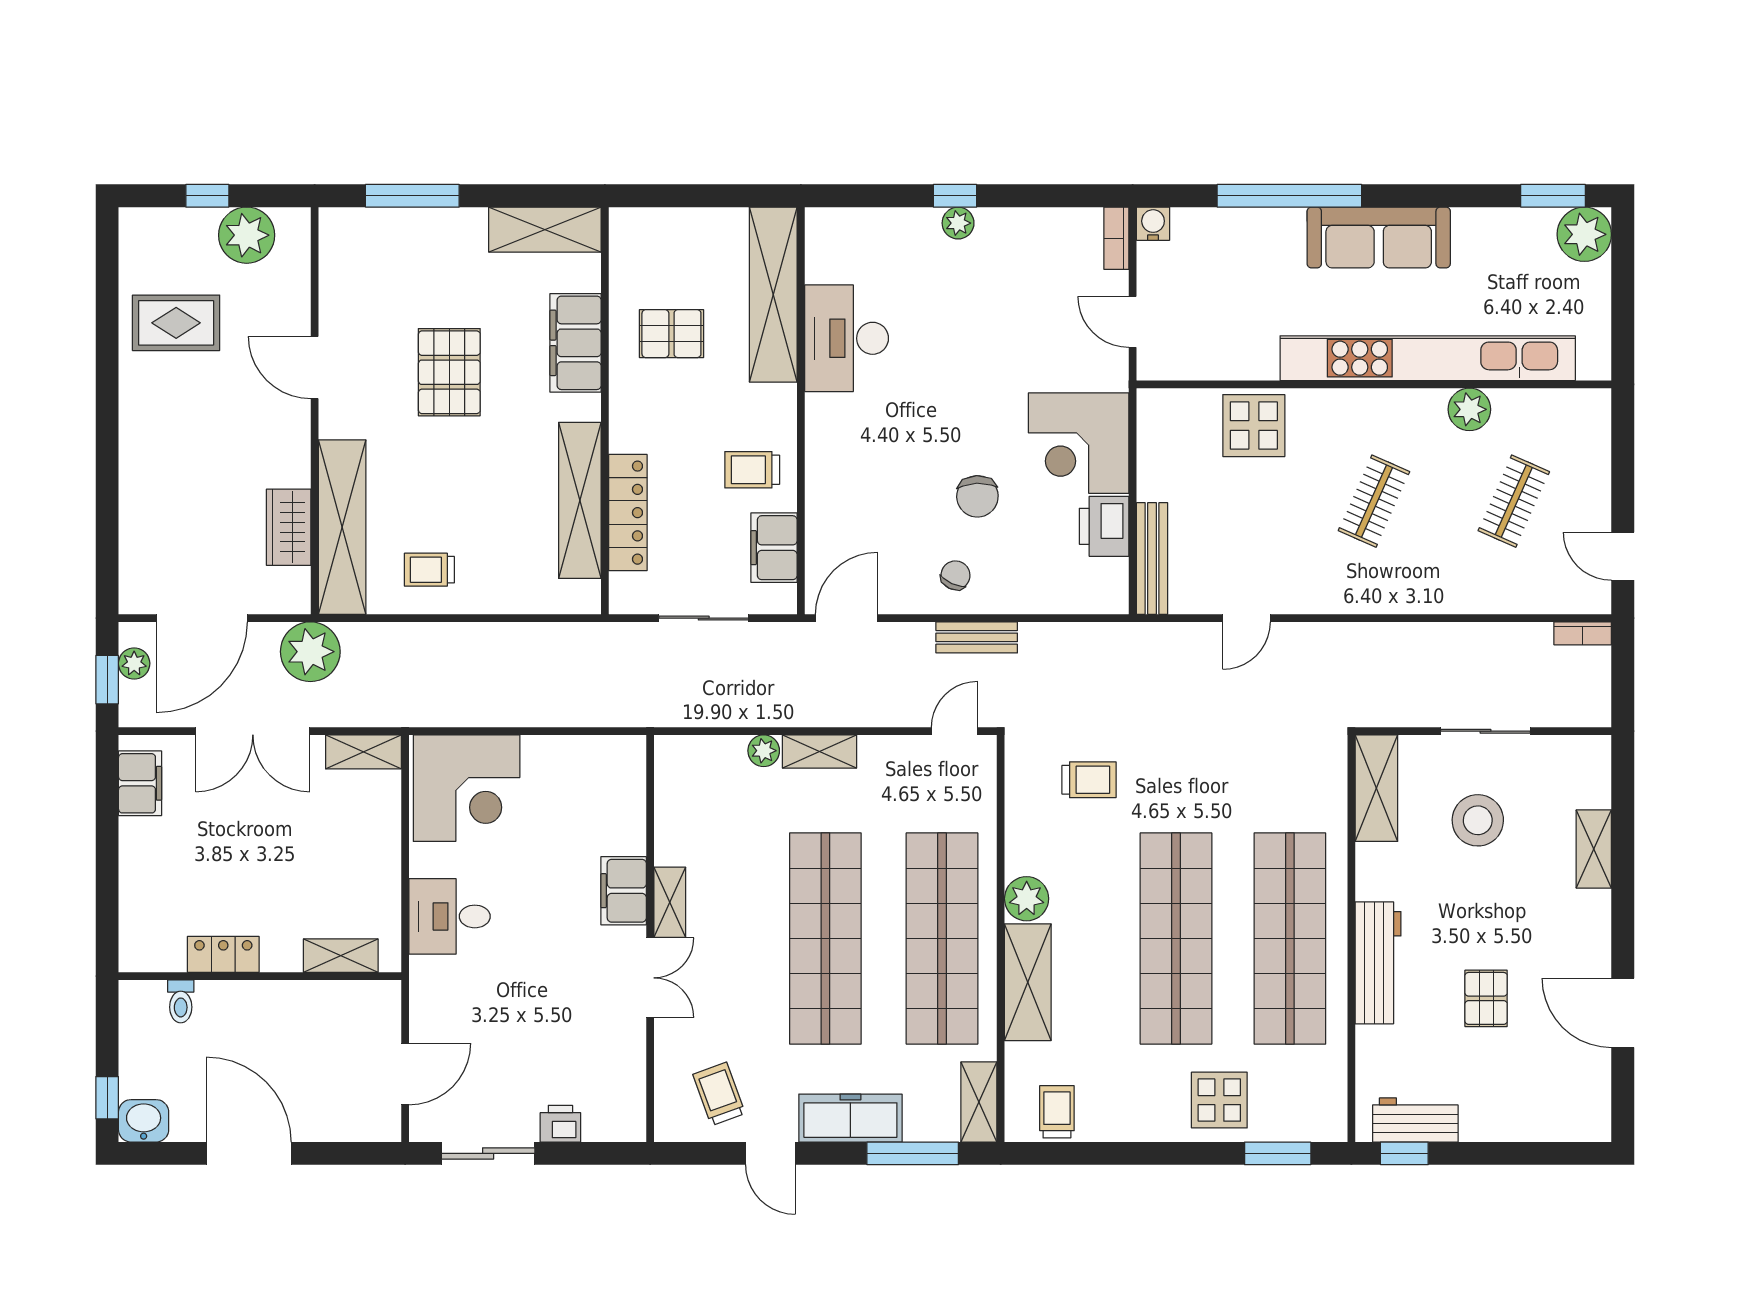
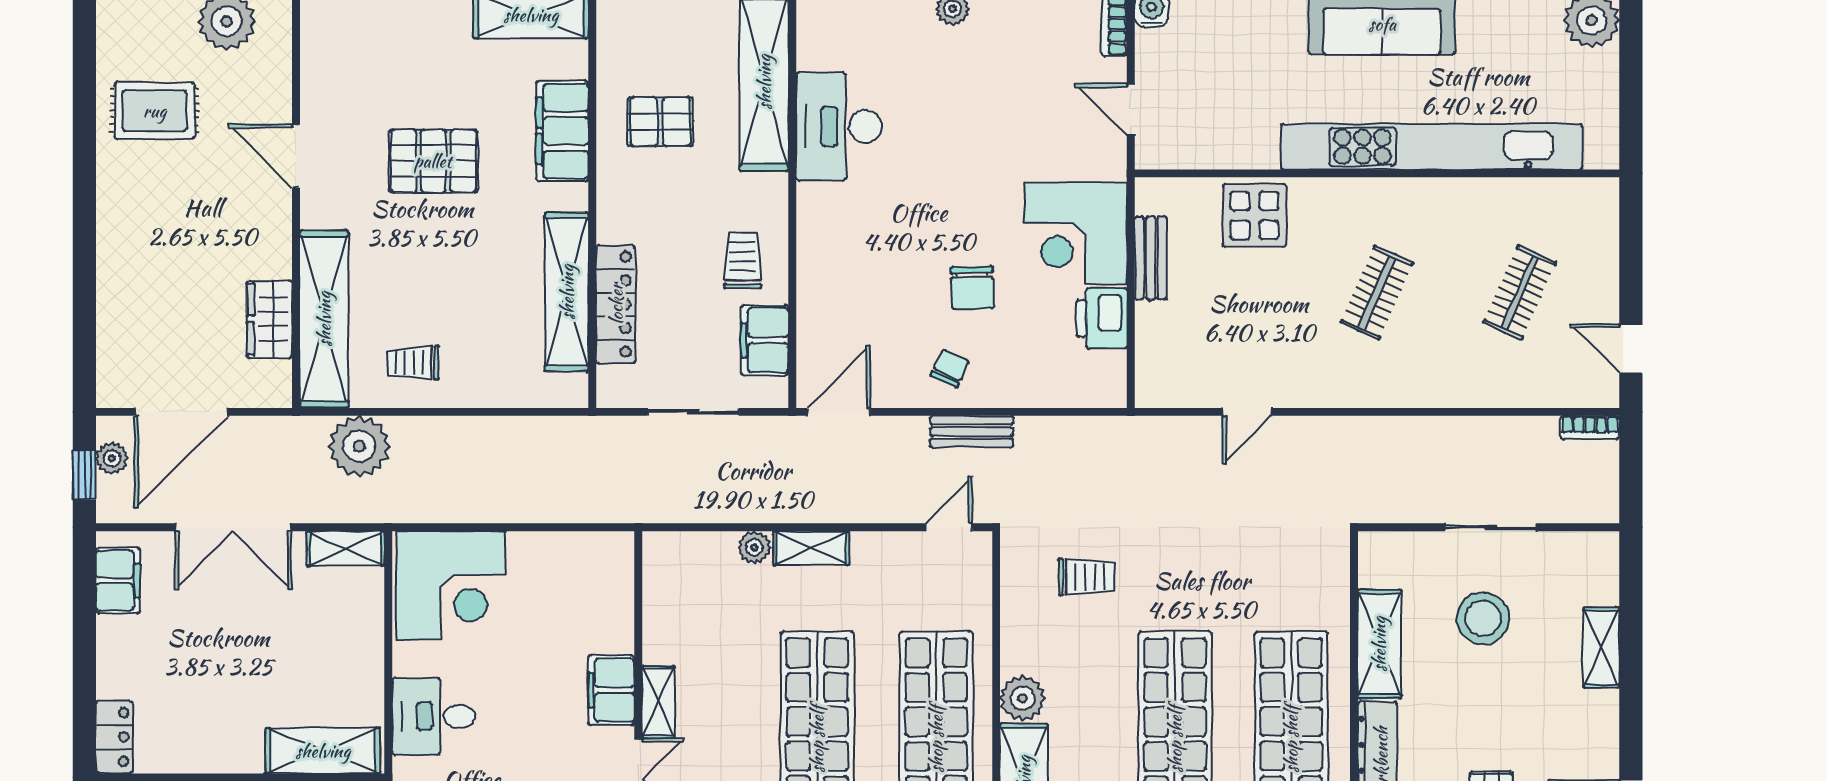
pallet: (449, 372) -> (433, 161), turned 90
plant: (1469, 409) -> (1474, 199), removed
trolley: (752, 470) -> (743, 261), turned 90
bench: (1152, 558) -> (1151, 258), moved, width x0.73
plant: (310, 652) -> (359, 446), moved
shelving: (1376, 788) -> (1379, 644), moved
locker: (223, 954) -> (114, 737), moved, turned 90
shelving: (341, 956) -> (323, 751), width x1.50, depth x1.33

